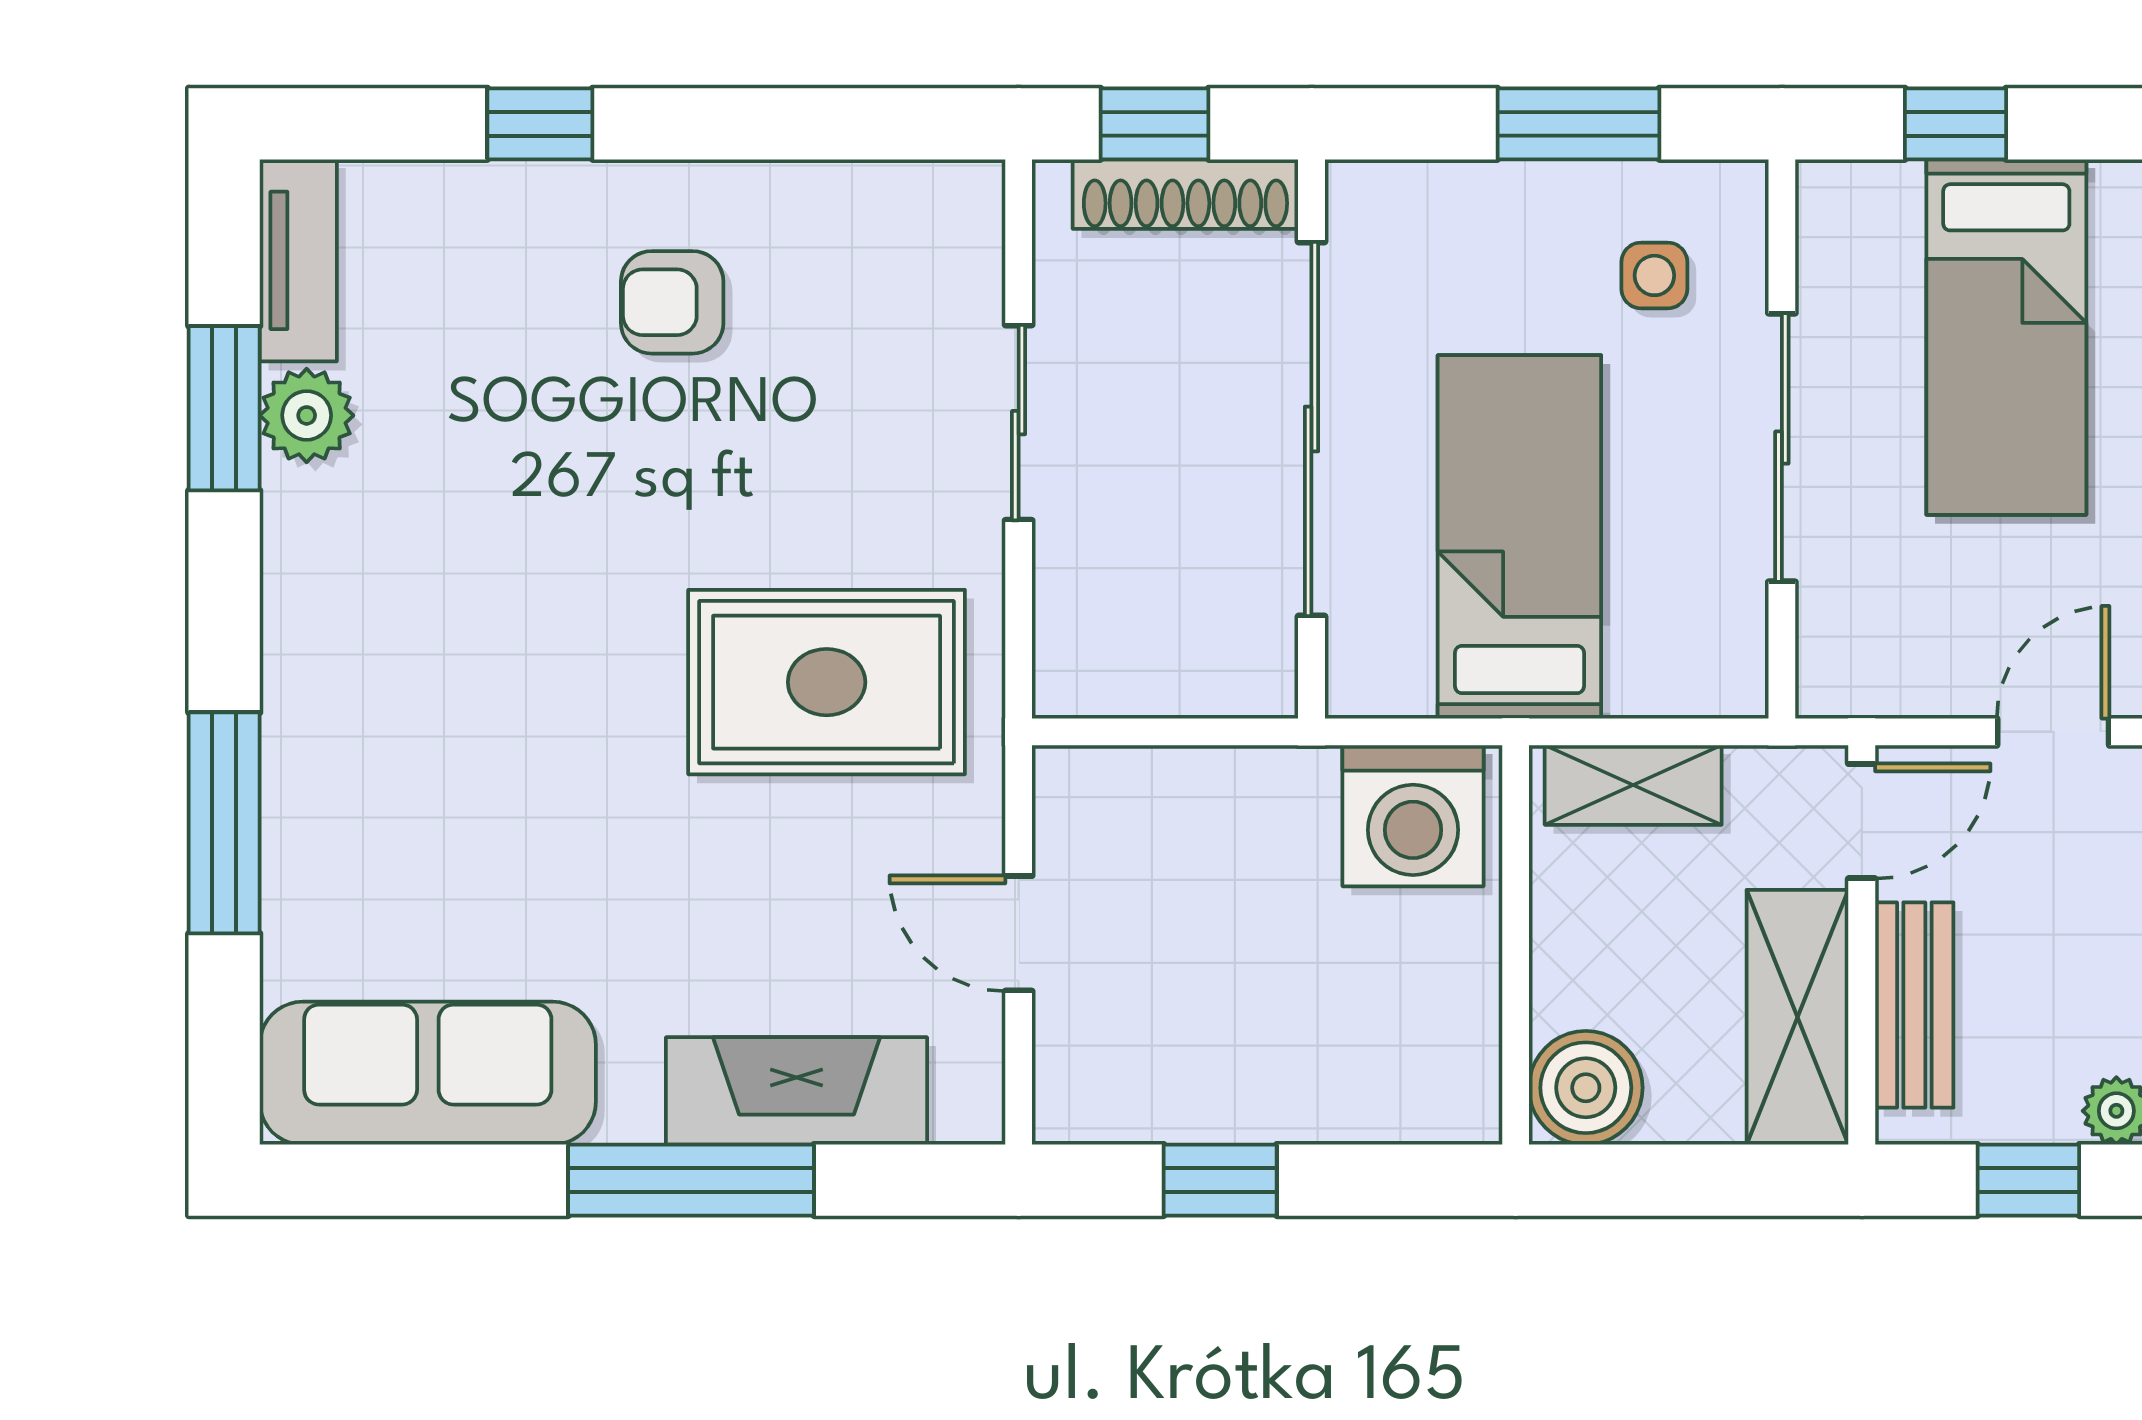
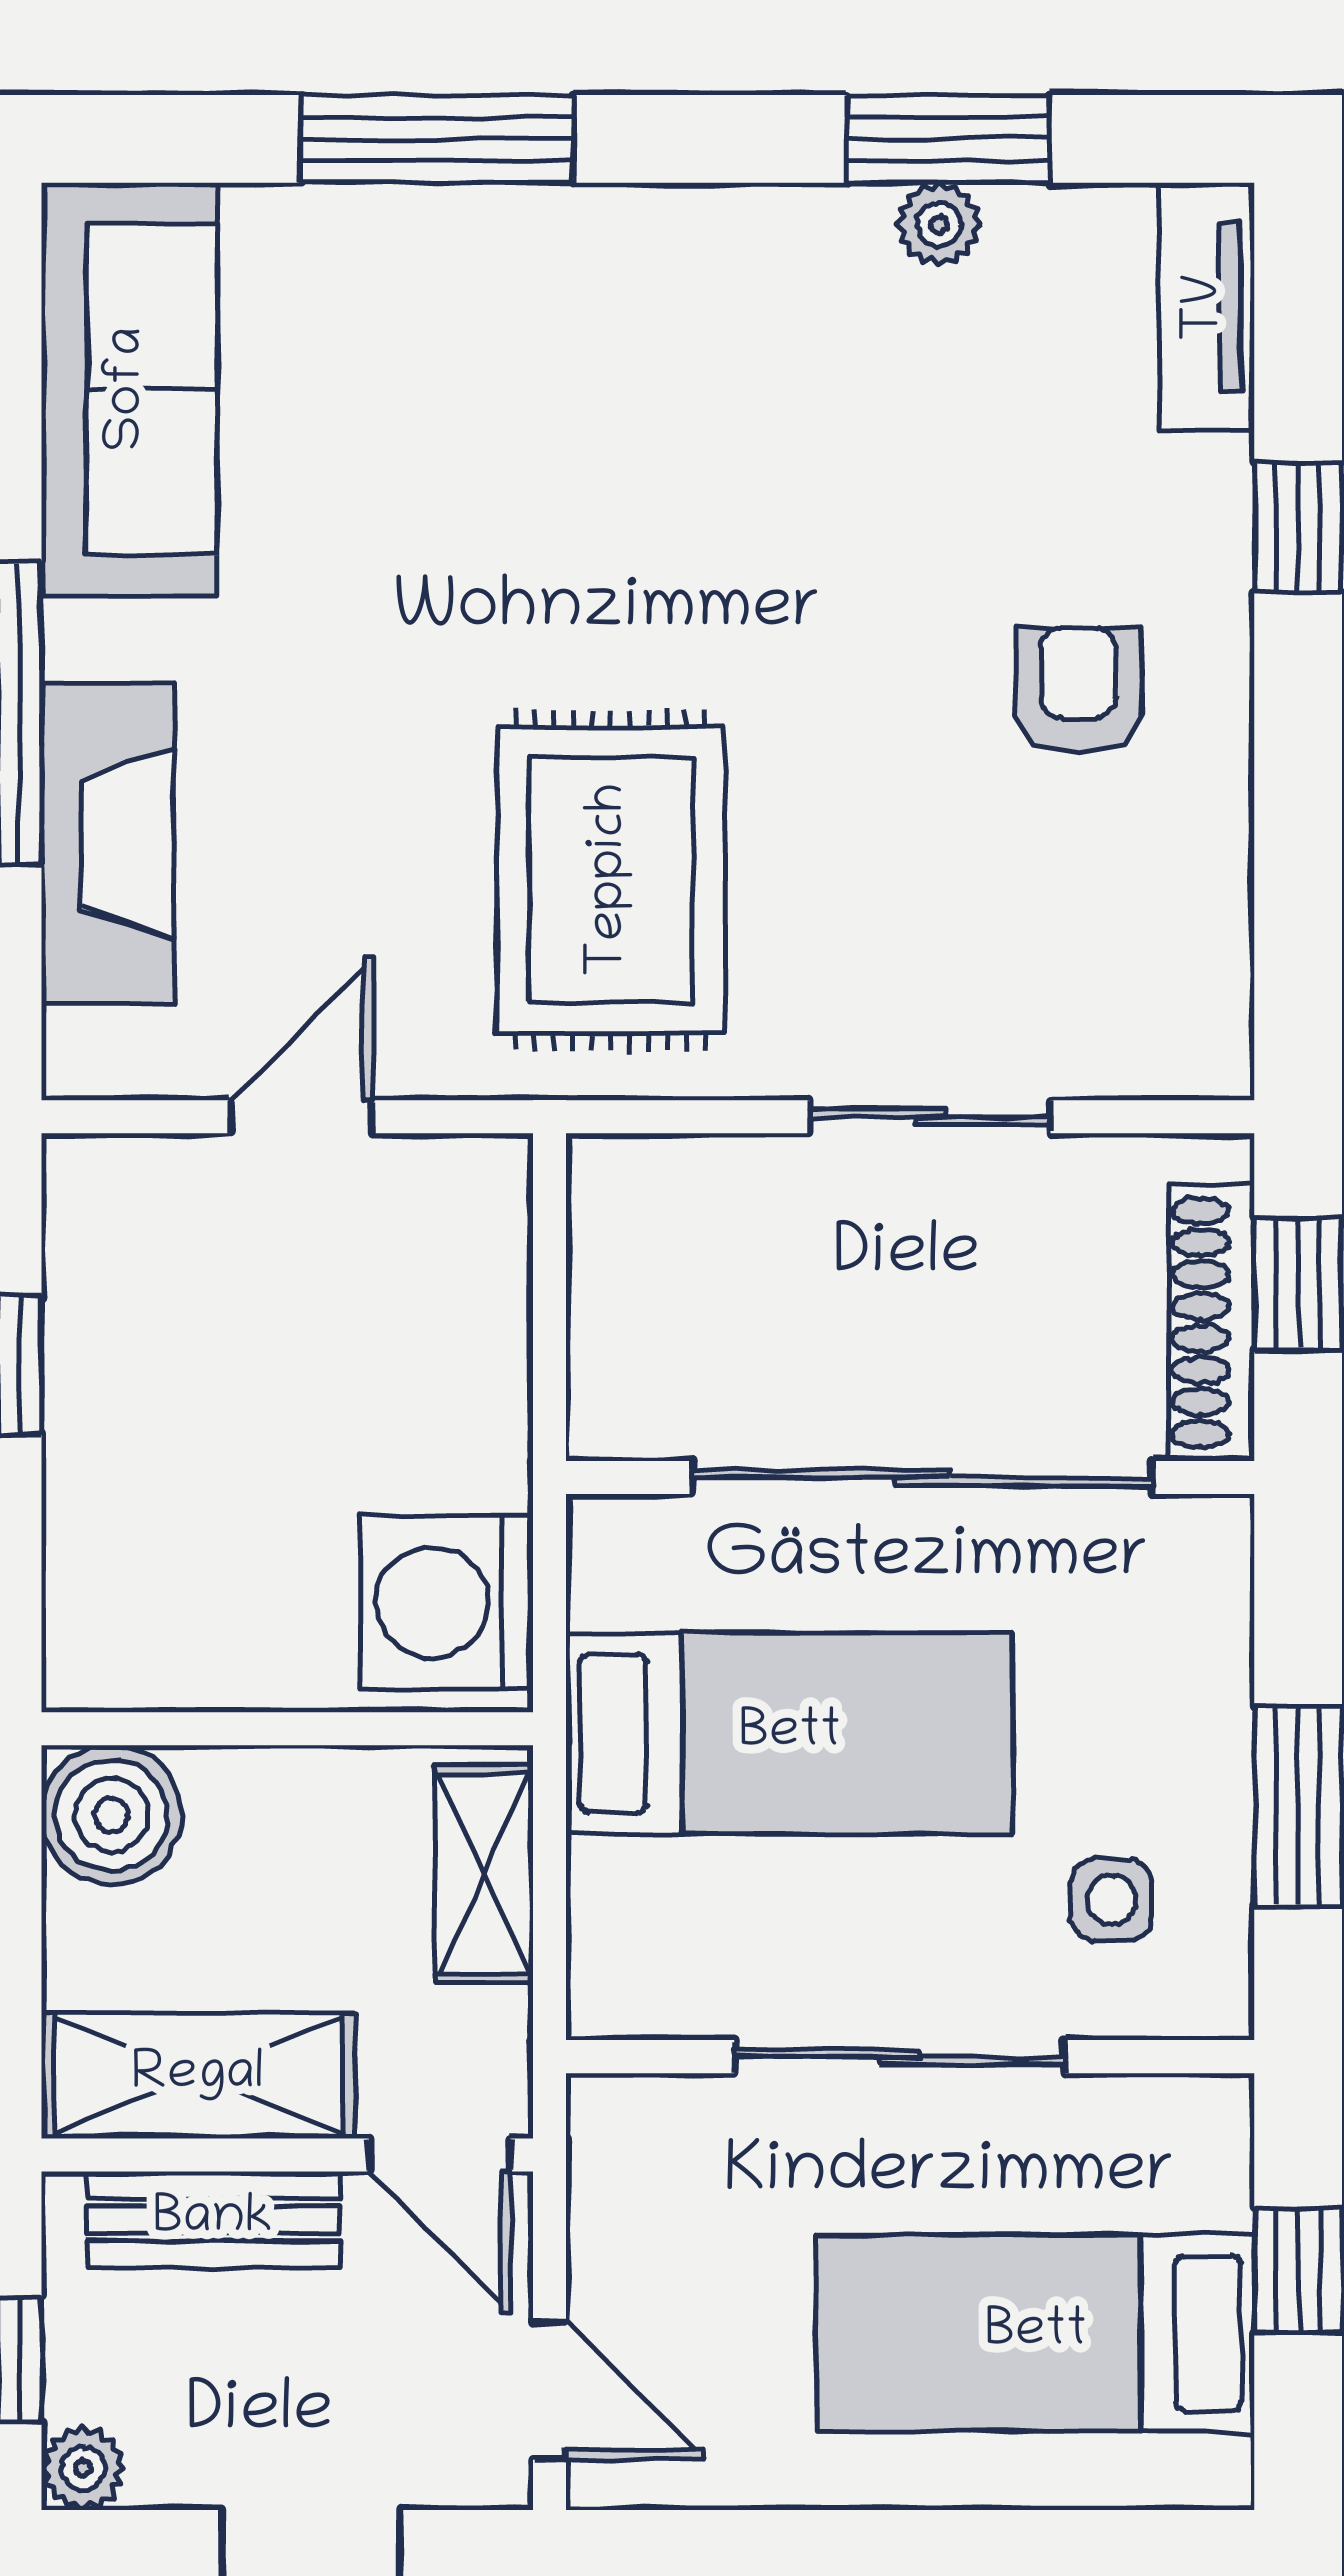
tv unit: (298, 260) -> (1207, 307), moved, turned 90
plant: (307, 415) -> (939, 225), width x0.73, depth x0.73

